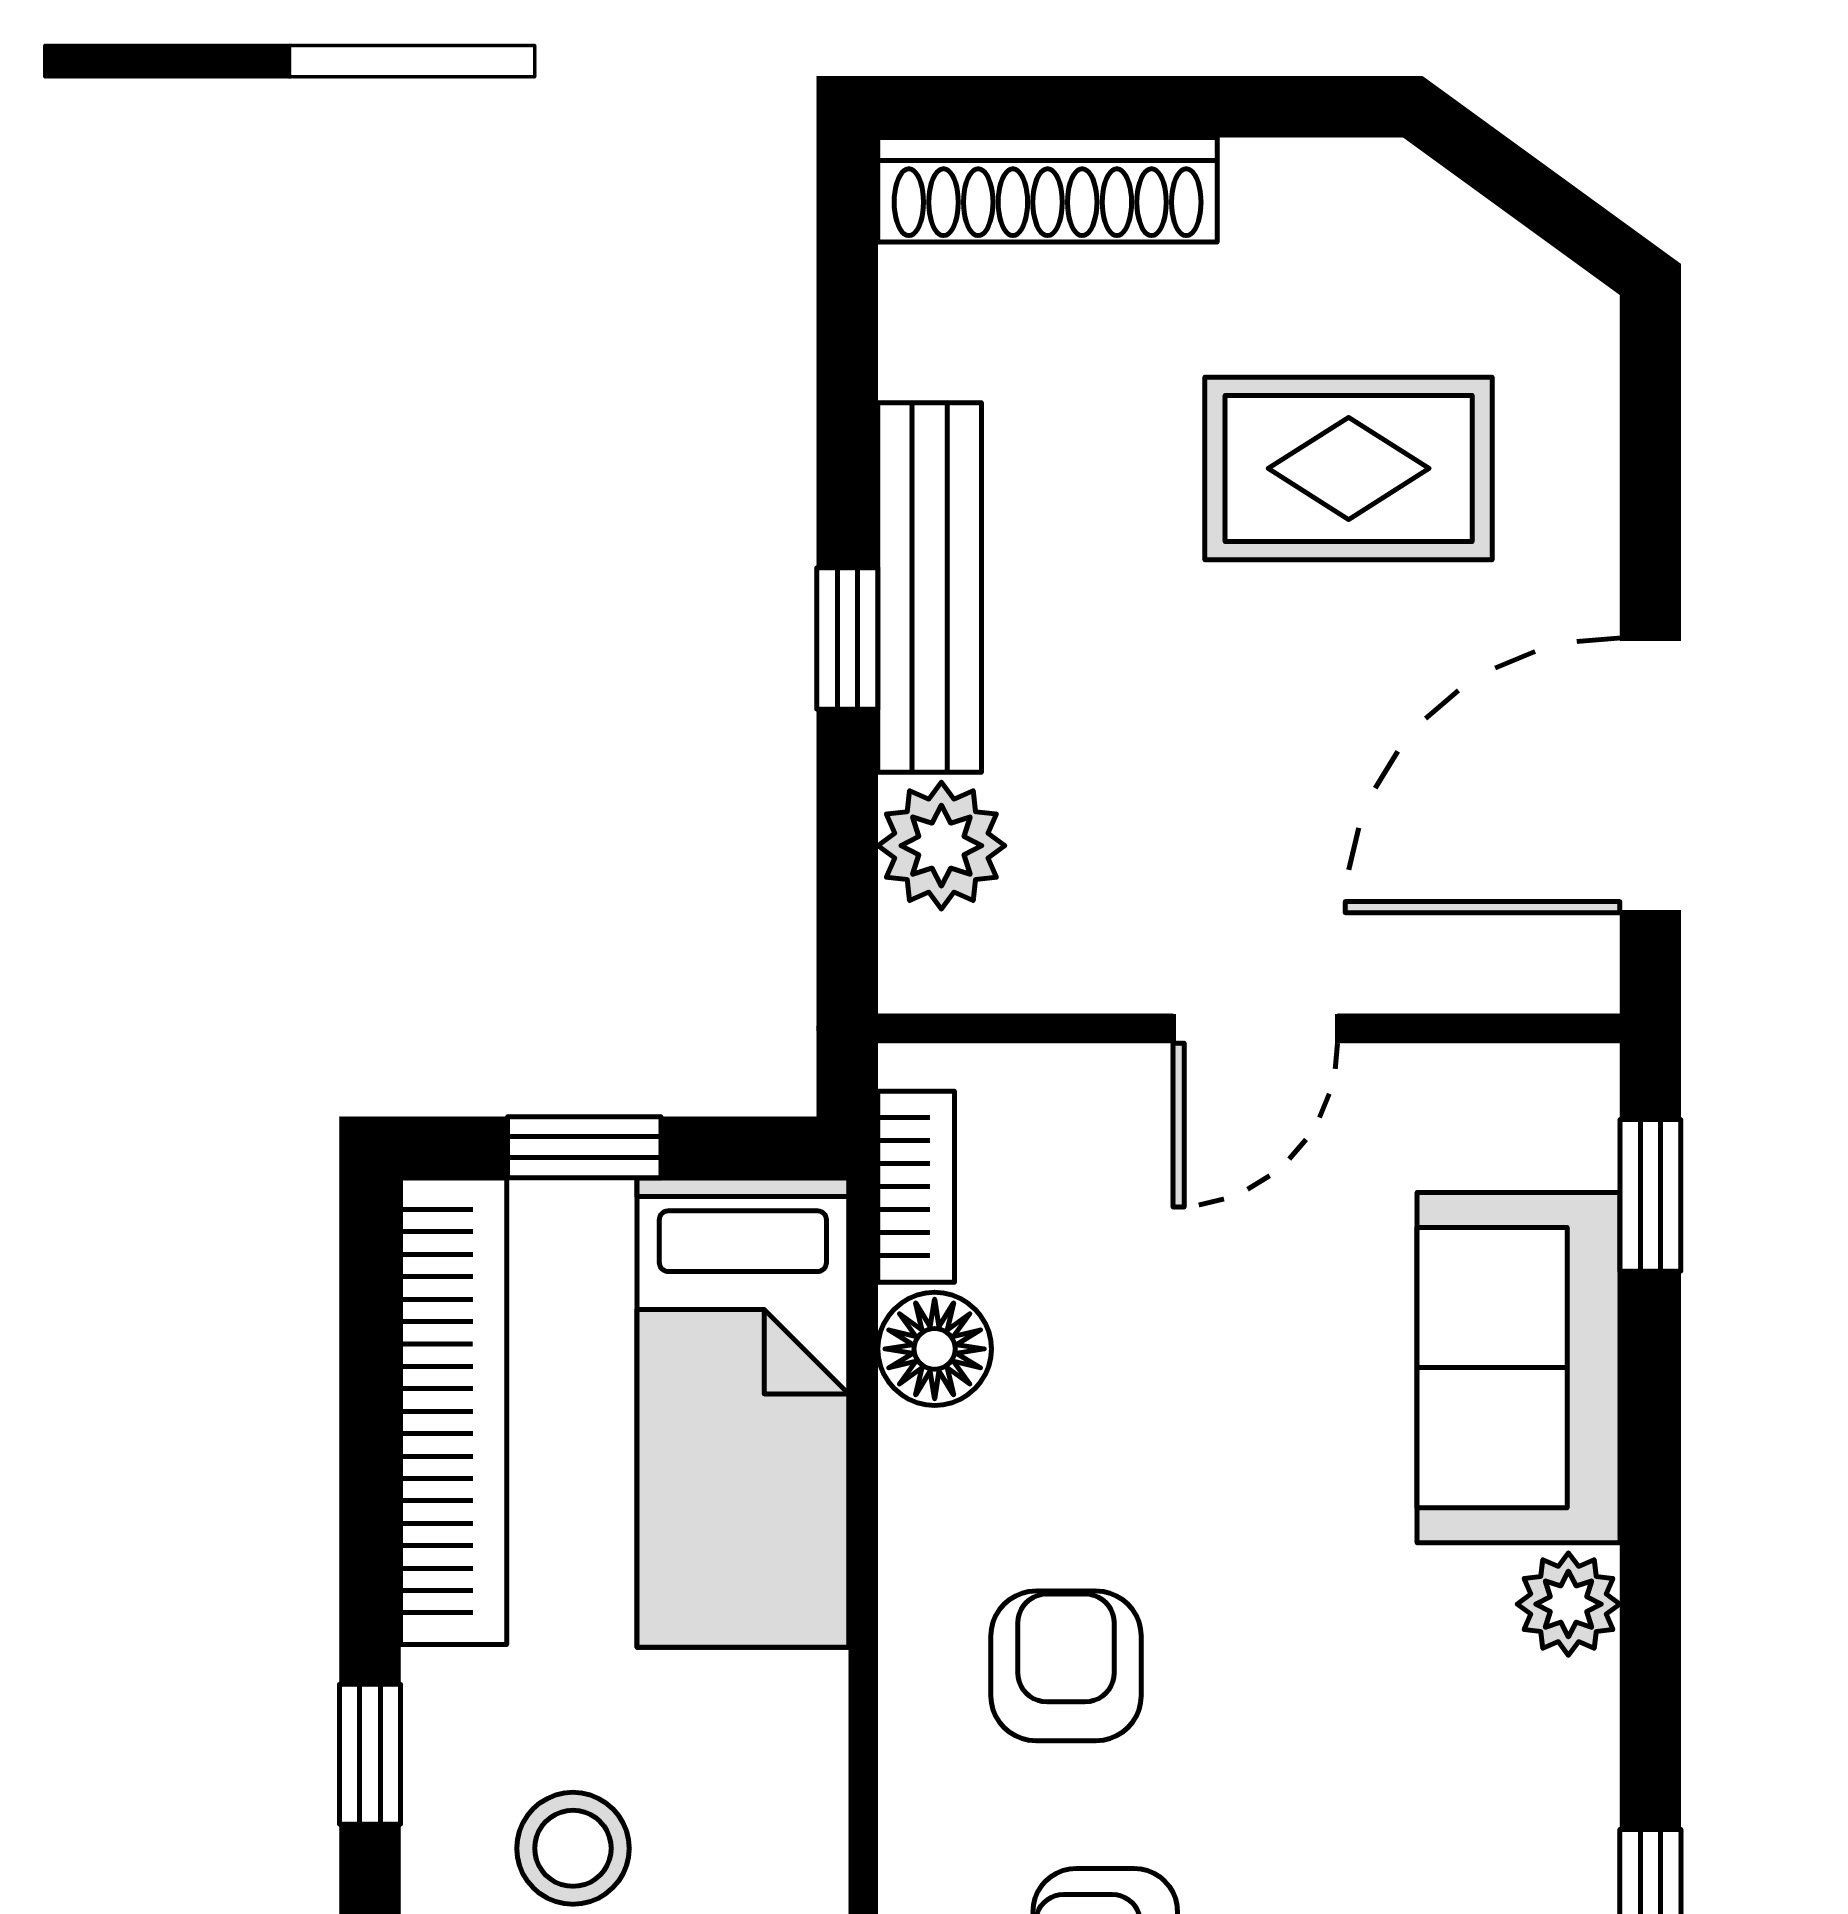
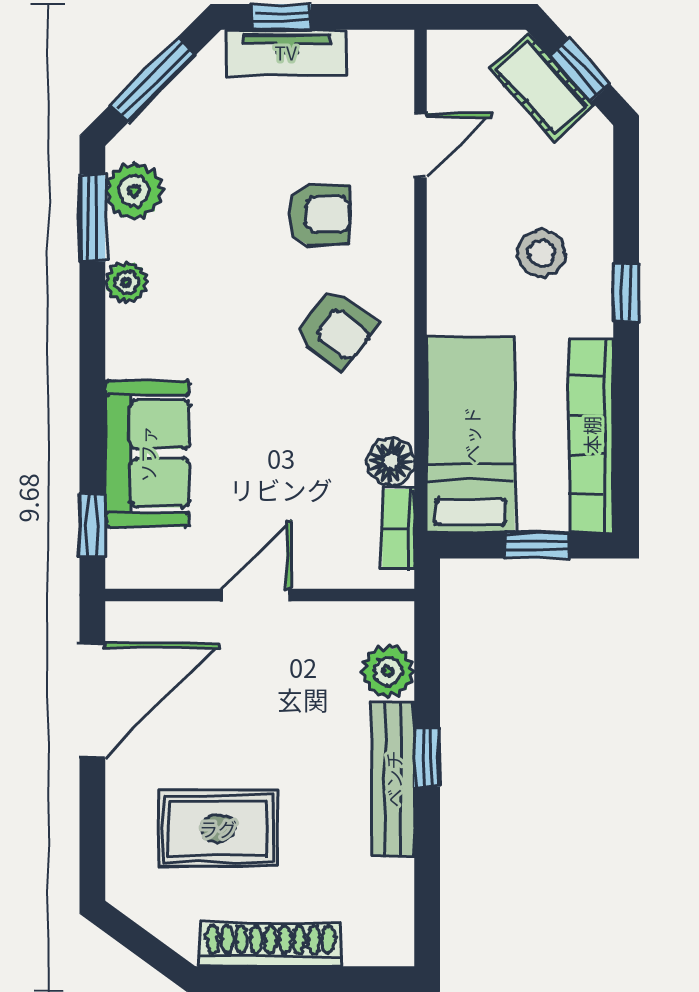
shoe rack: (1048, 190) -> (270, 945), moved
plant: (1568, 1604) -> (126, 282), moved
armchair: (1066, 1666) -> (336, 329), turned -52

